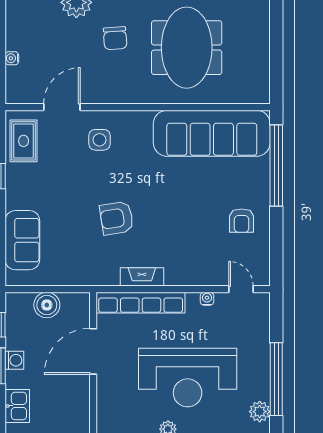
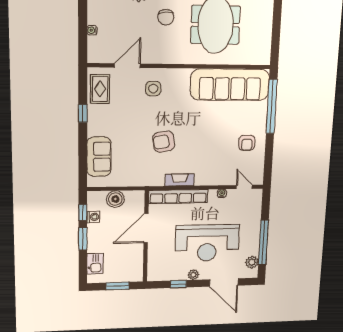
washing machine: (14, 360) -> (93, 217), moved

